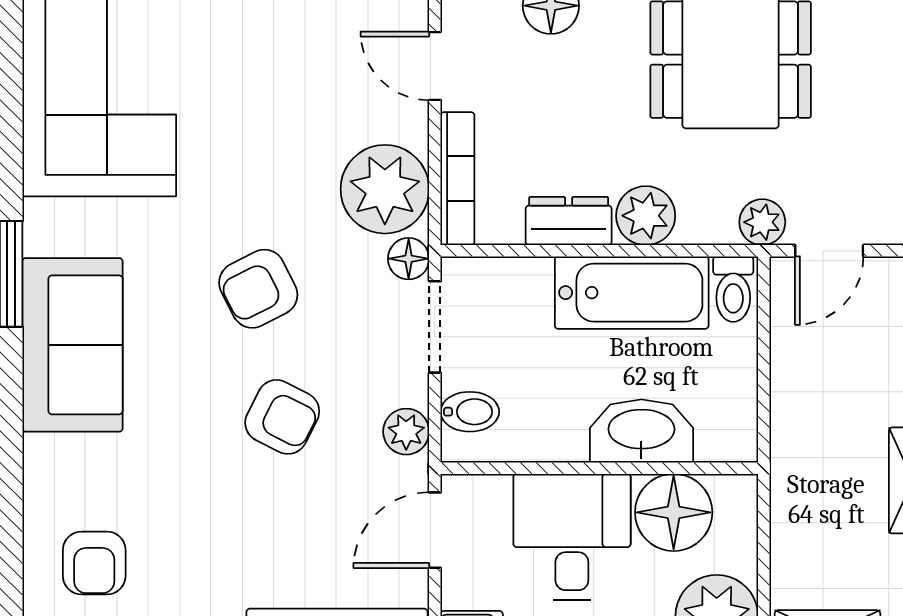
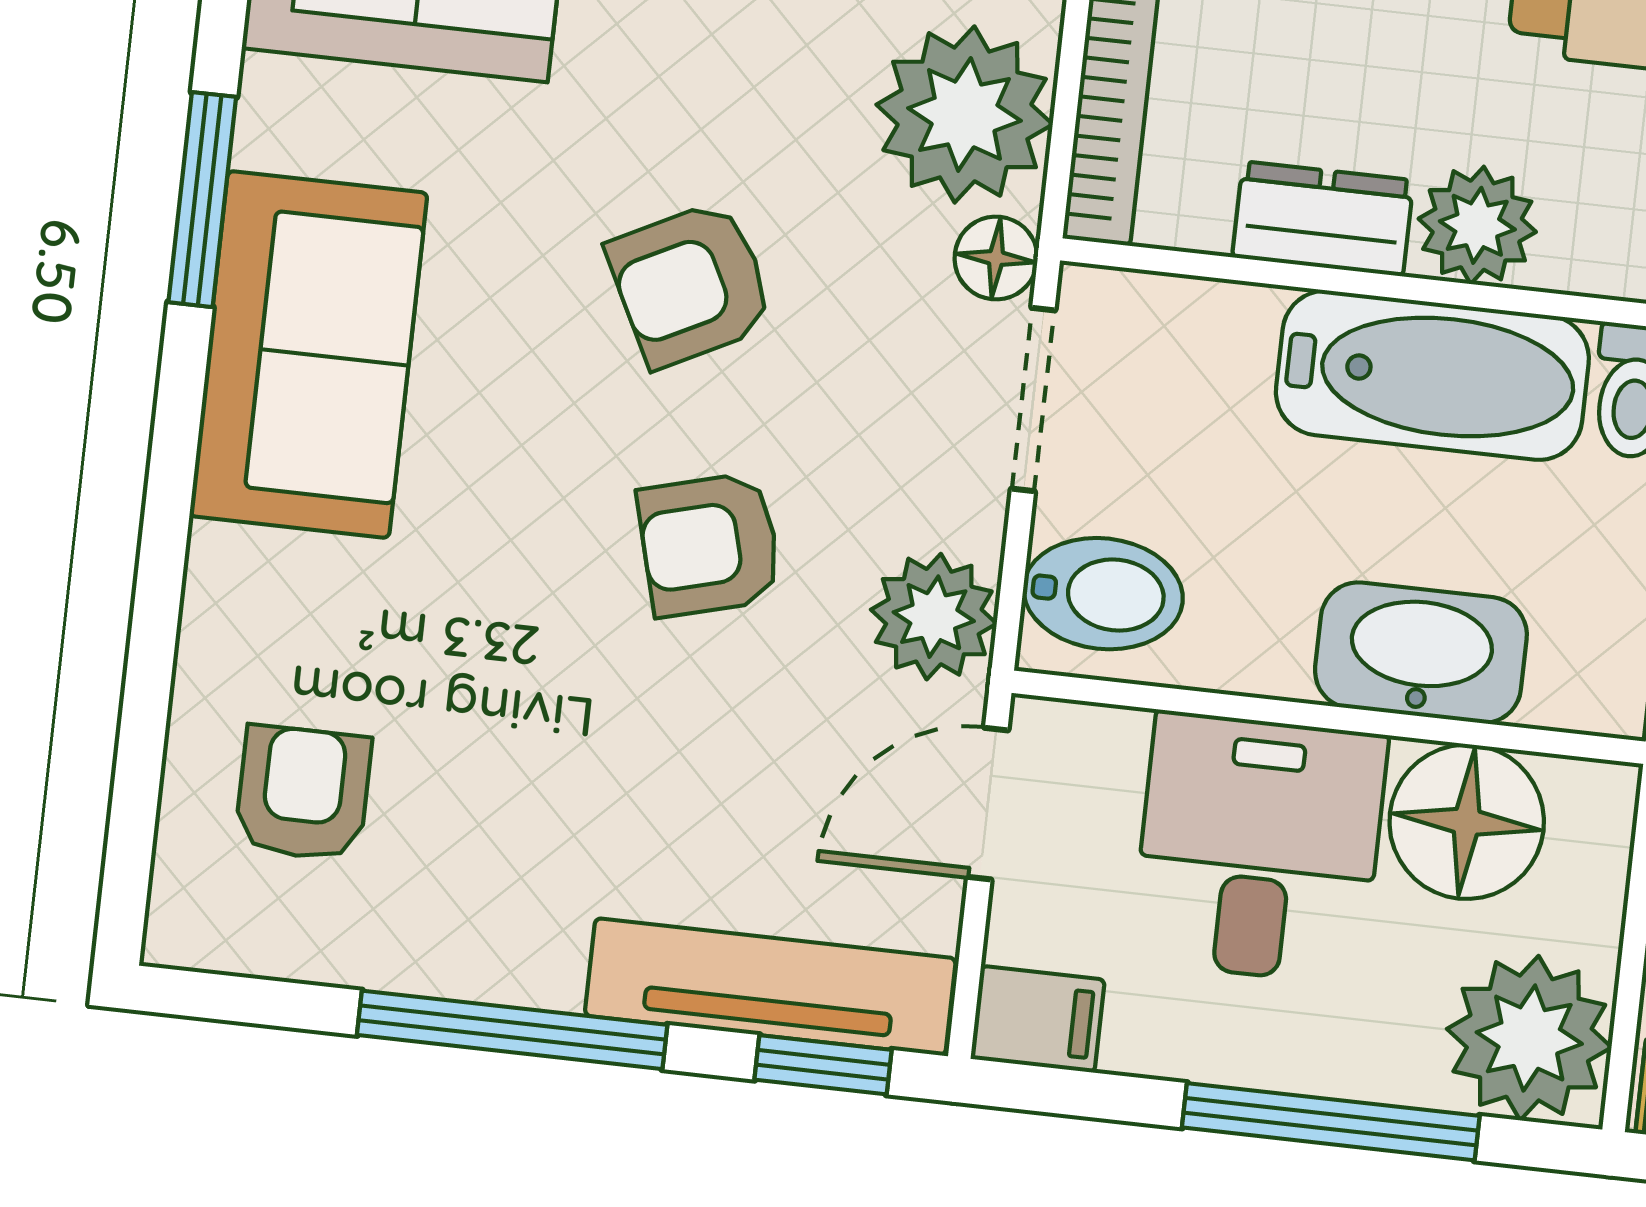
bidet: (470, 412) -> (1103, 594), width x1.38, depth x1.36
armchair: (282, 417) -> (710, 545), turned 138
plant: (406, 432) -> (934, 617), width x1.38, depth x1.38
armchair: (94, 563) -> (303, 793), turned 180

